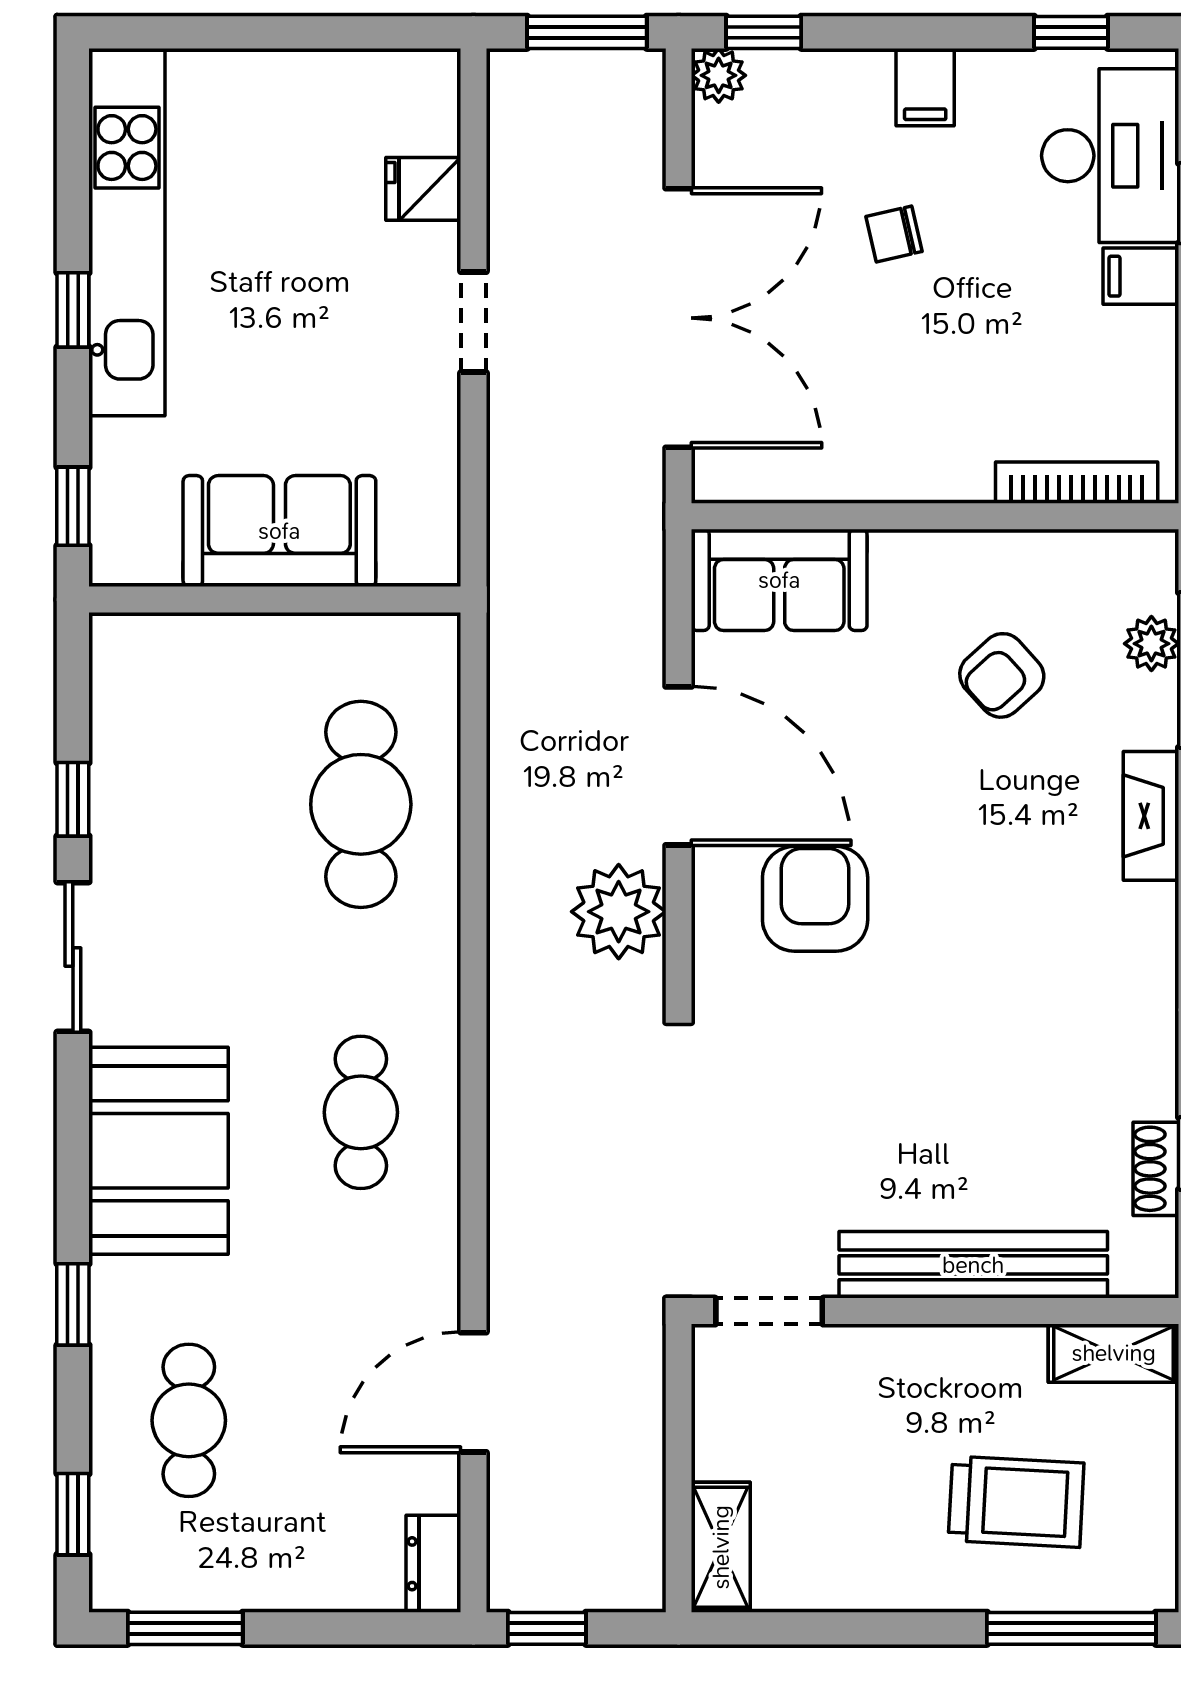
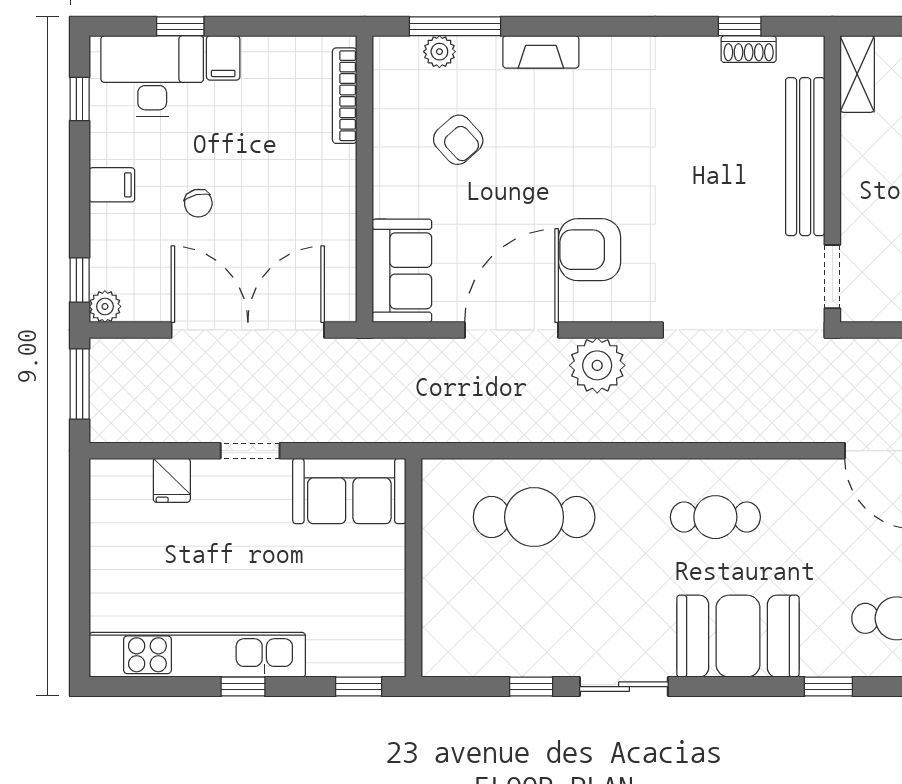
sofa: (279, 531) -> (349, 491), moved, turned -90

